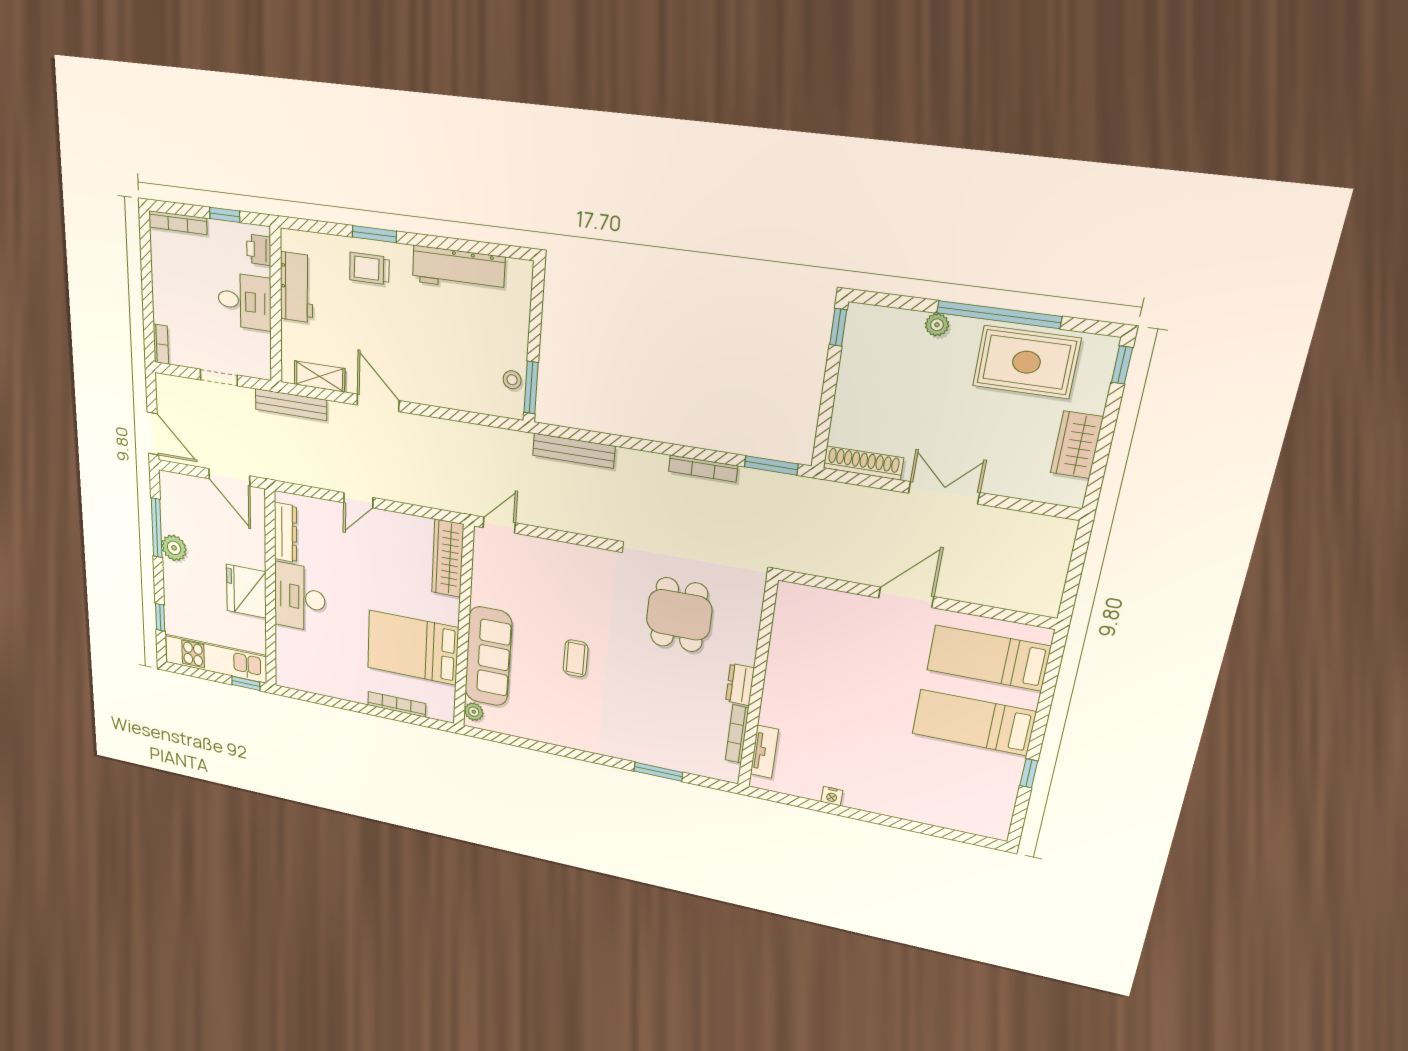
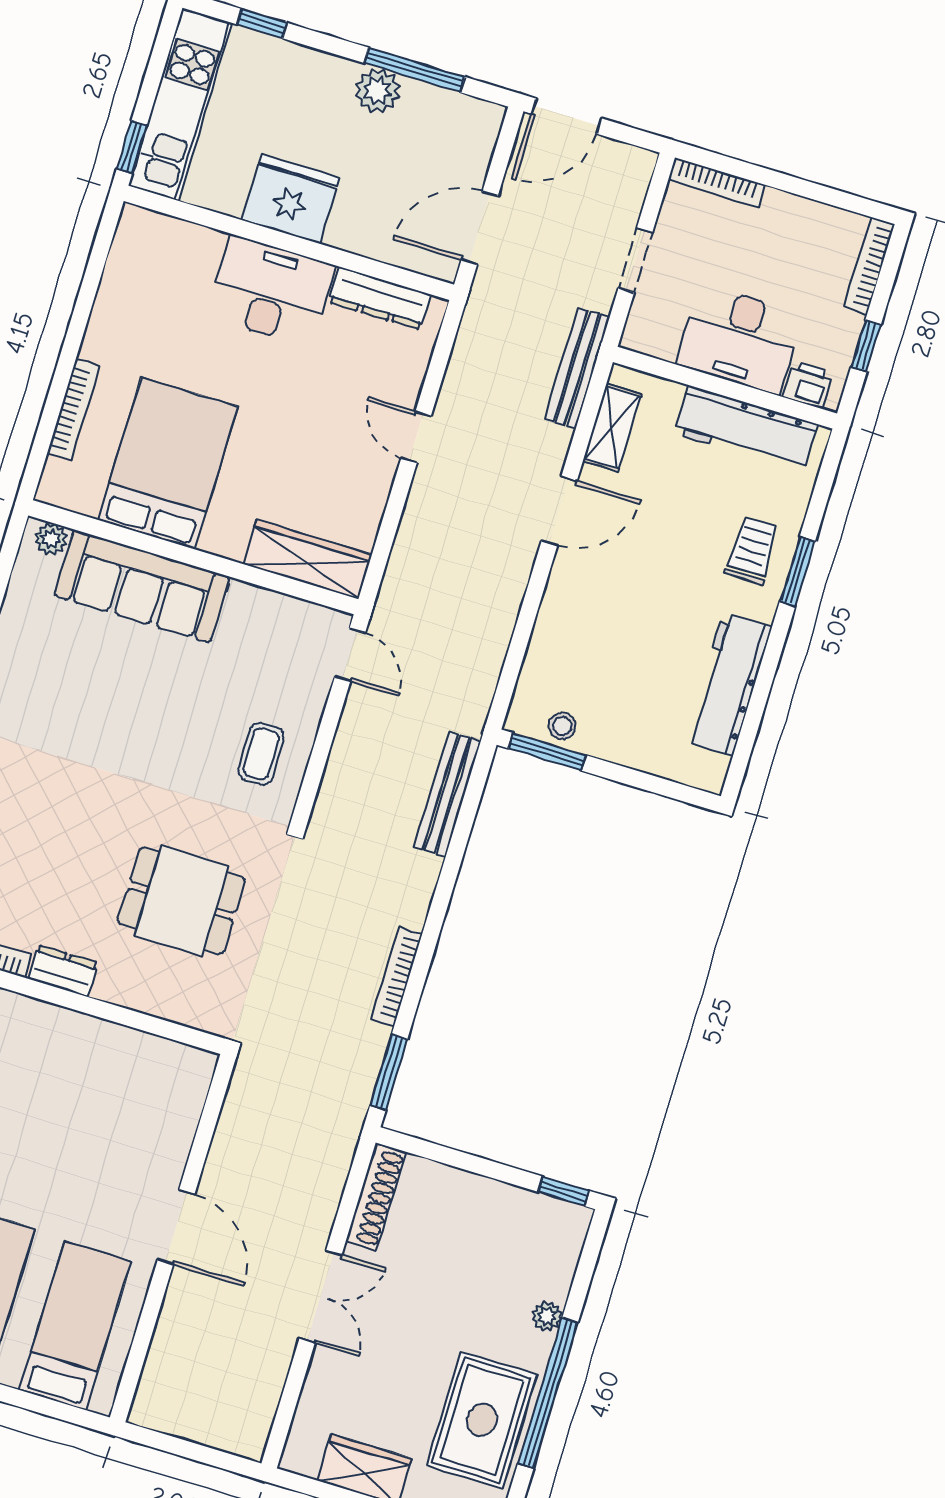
workbench: (297, 287) -> (746, 429), width x1.38
desk: (245, 301) -> (740, 339), width x1.37
bookcase: (161, 344) -> (716, 183), width x1.56
coffee table: (576, 658) -> (261, 754), moved, turned 90

